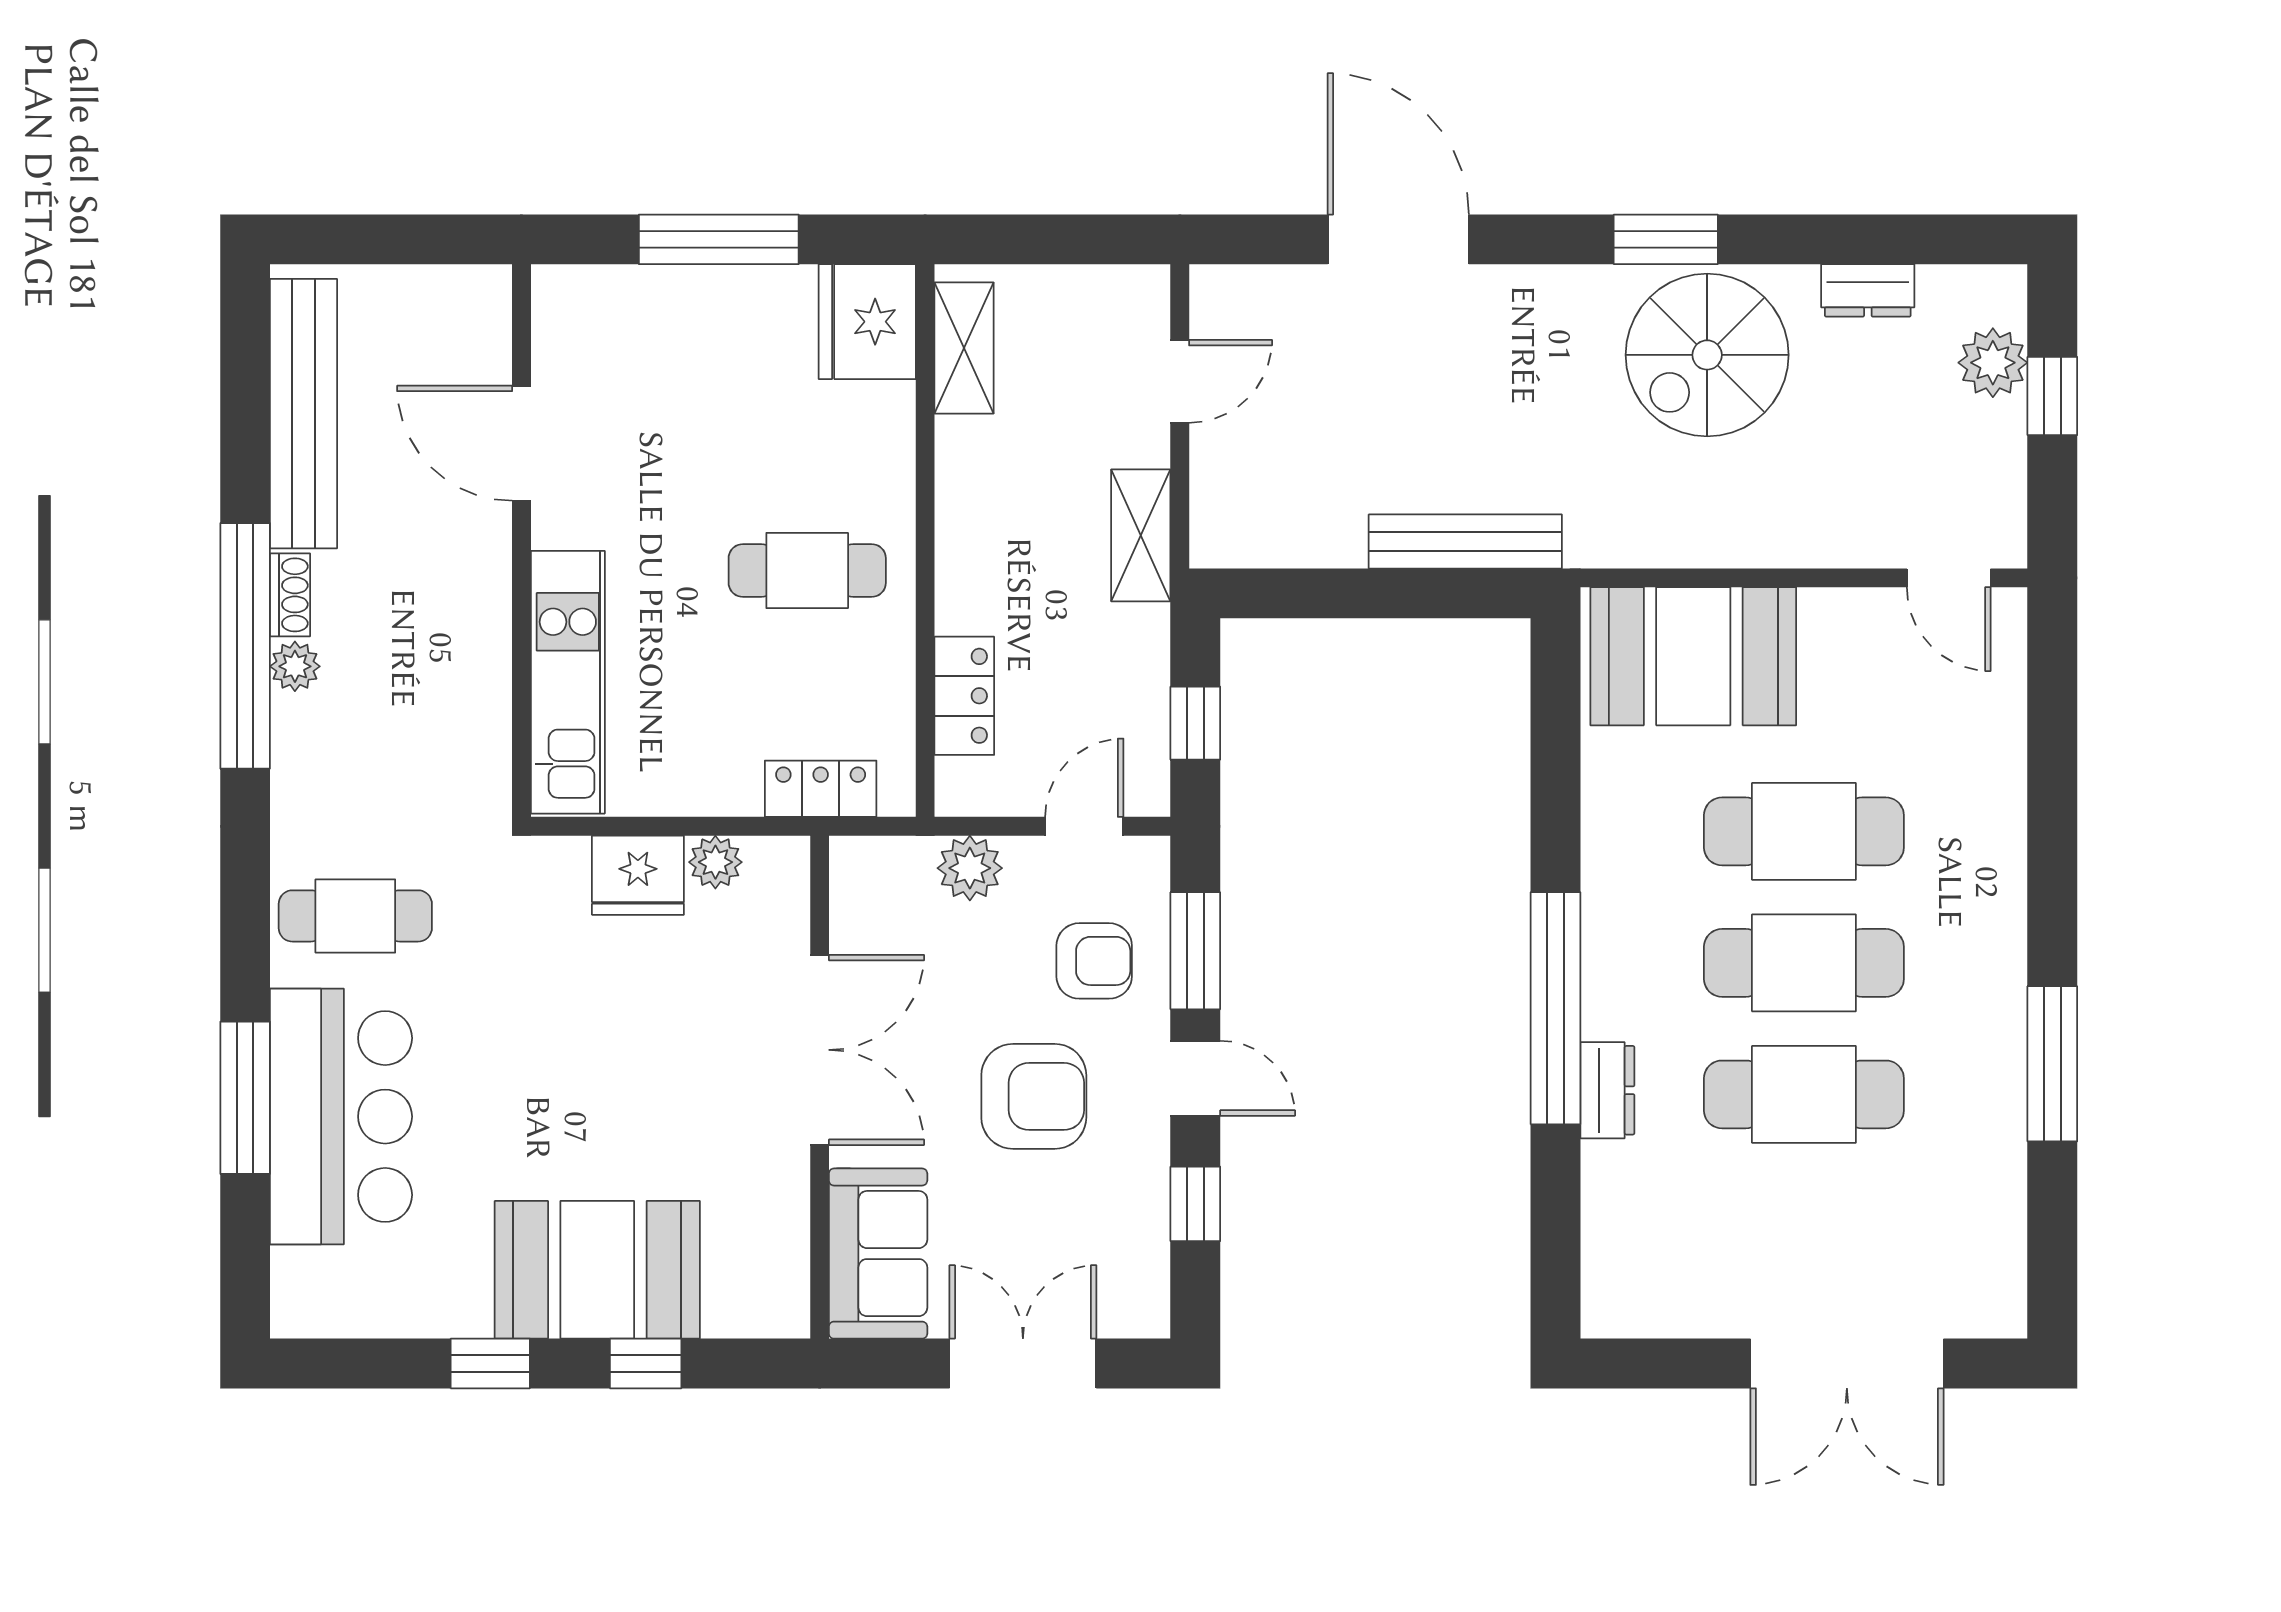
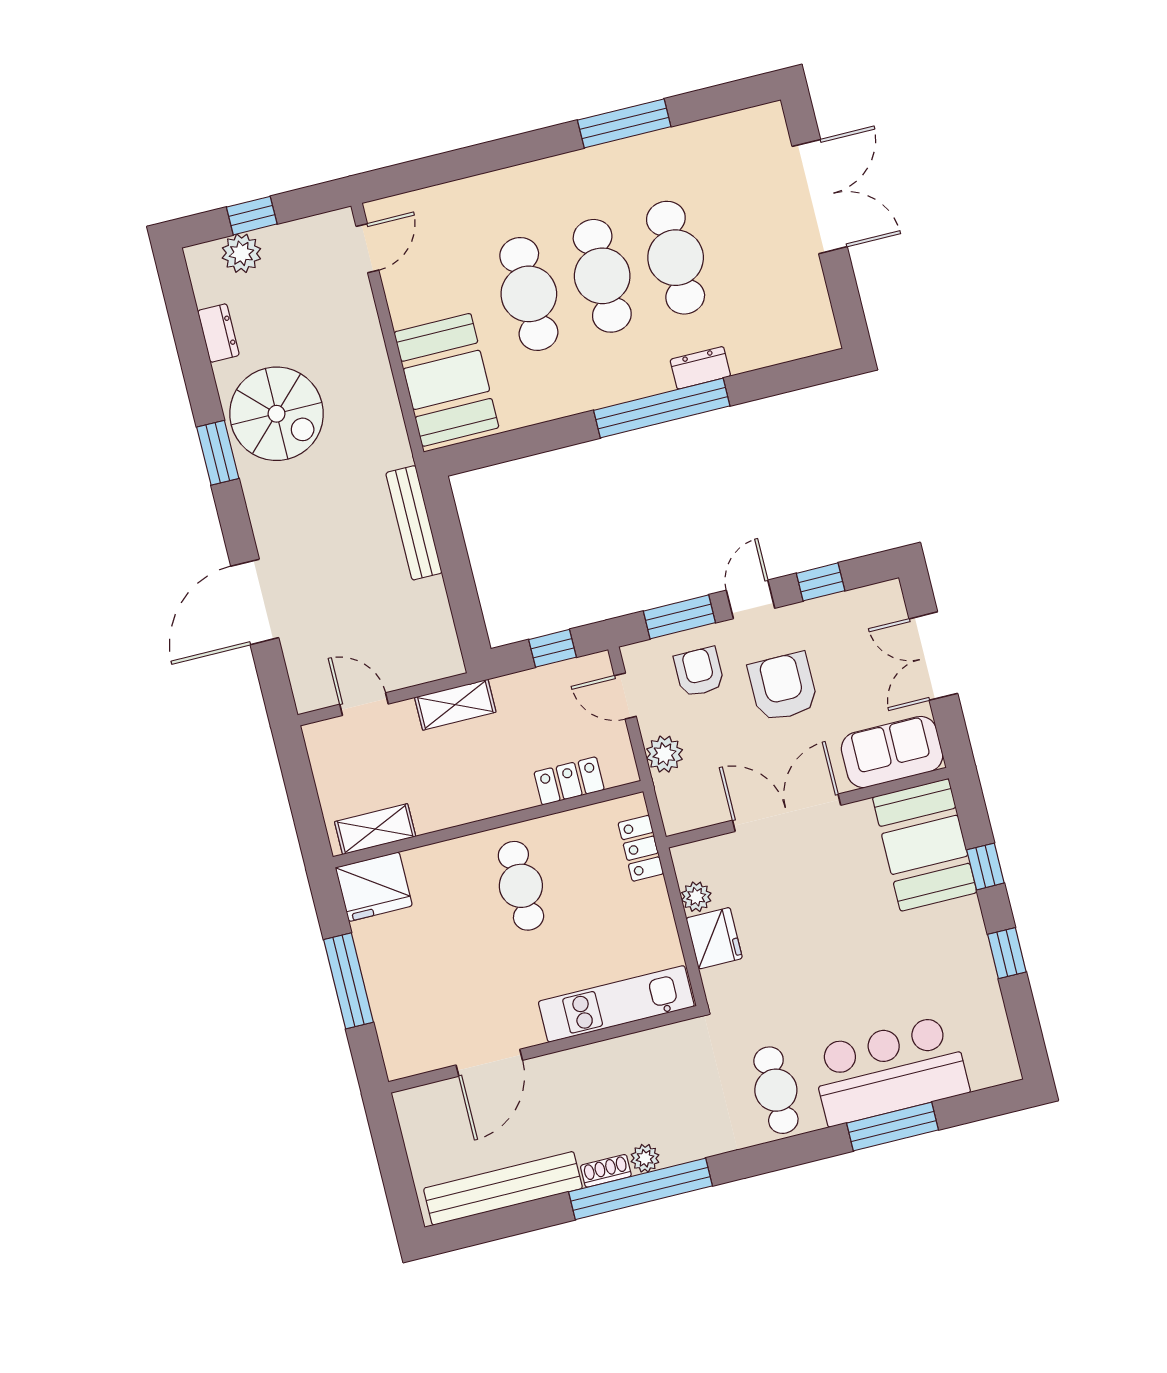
booth: (597, 1270) -> (925, 845), moved

